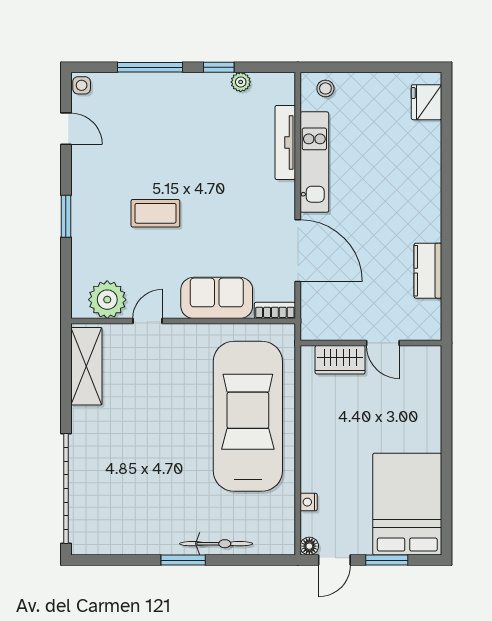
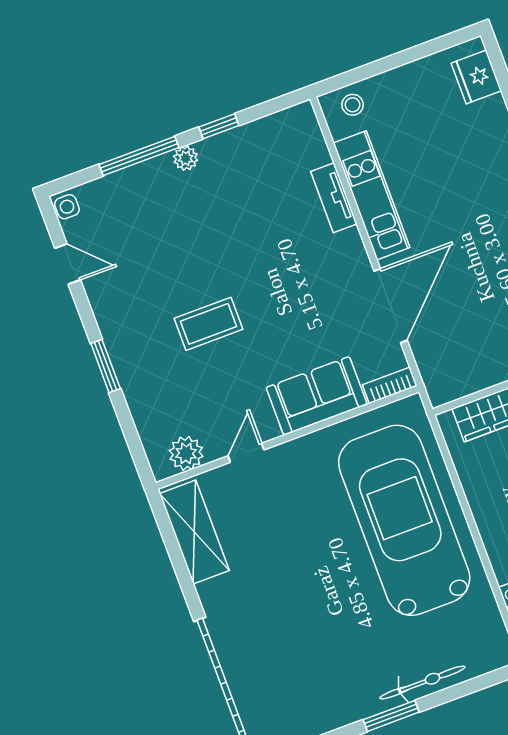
plant: (241, 82) -> (186, 158), moved
tv unit: (285, 143) -> (334, 198), width x0.71
door: (298, 251) -> (391, 306), hinge flipped
plant: (107, 300) -> (186, 453), width x0.73, depth x0.73

